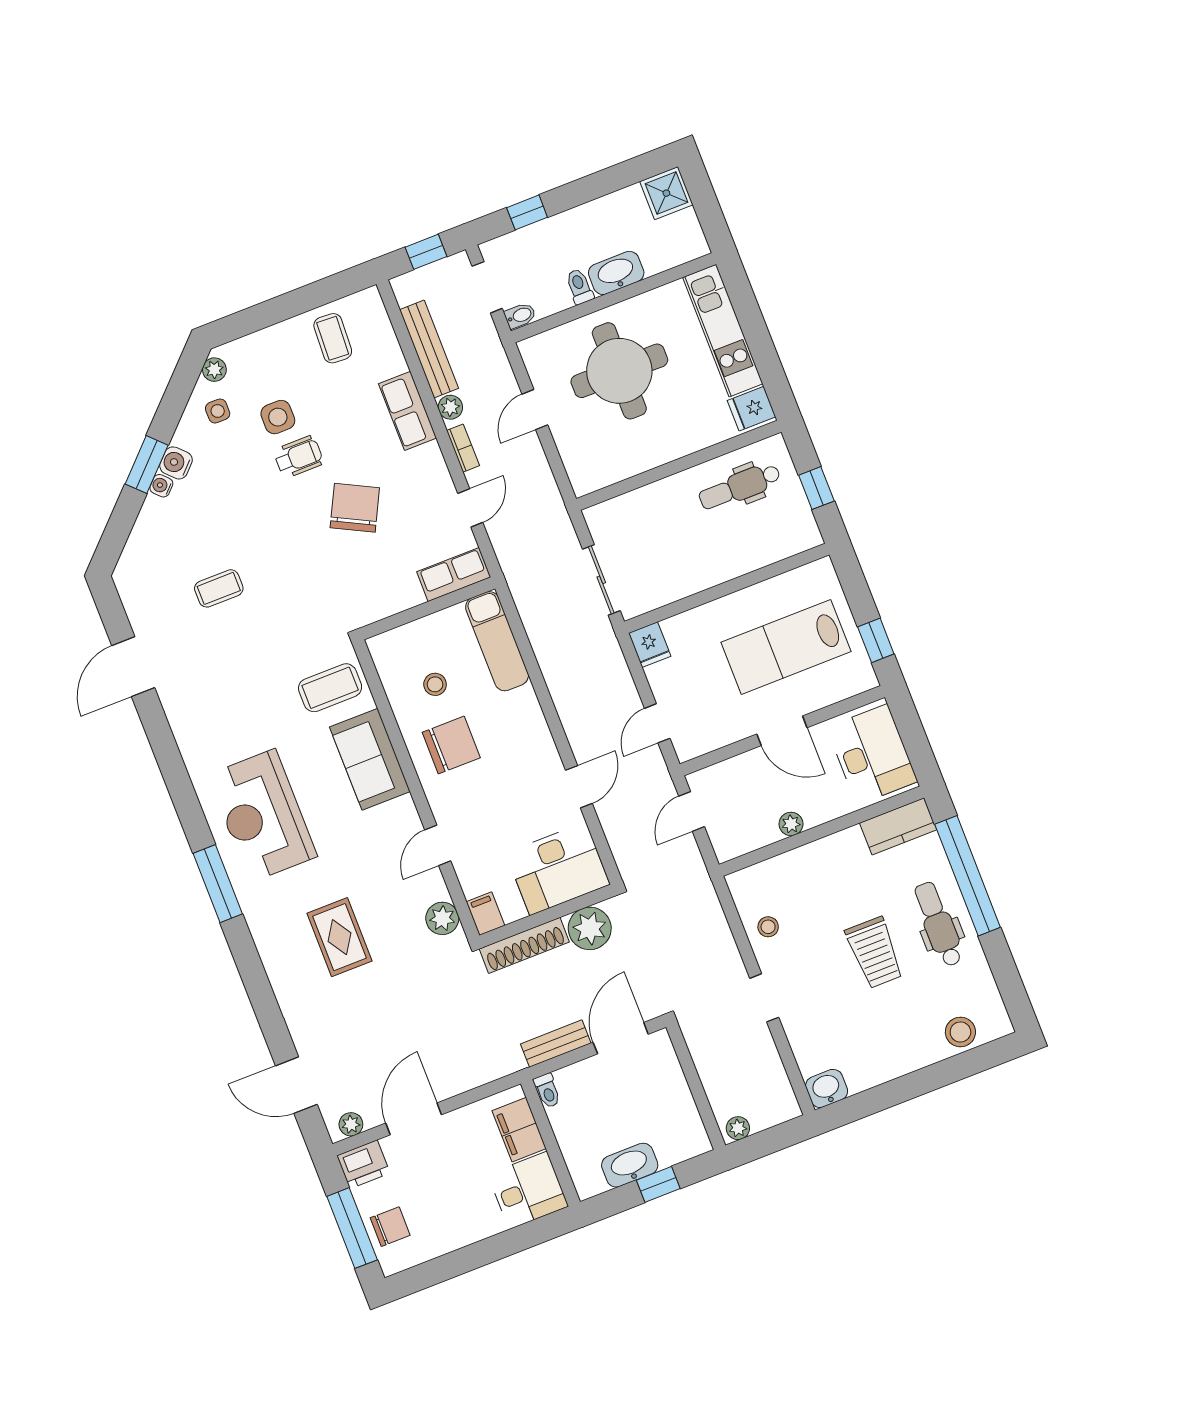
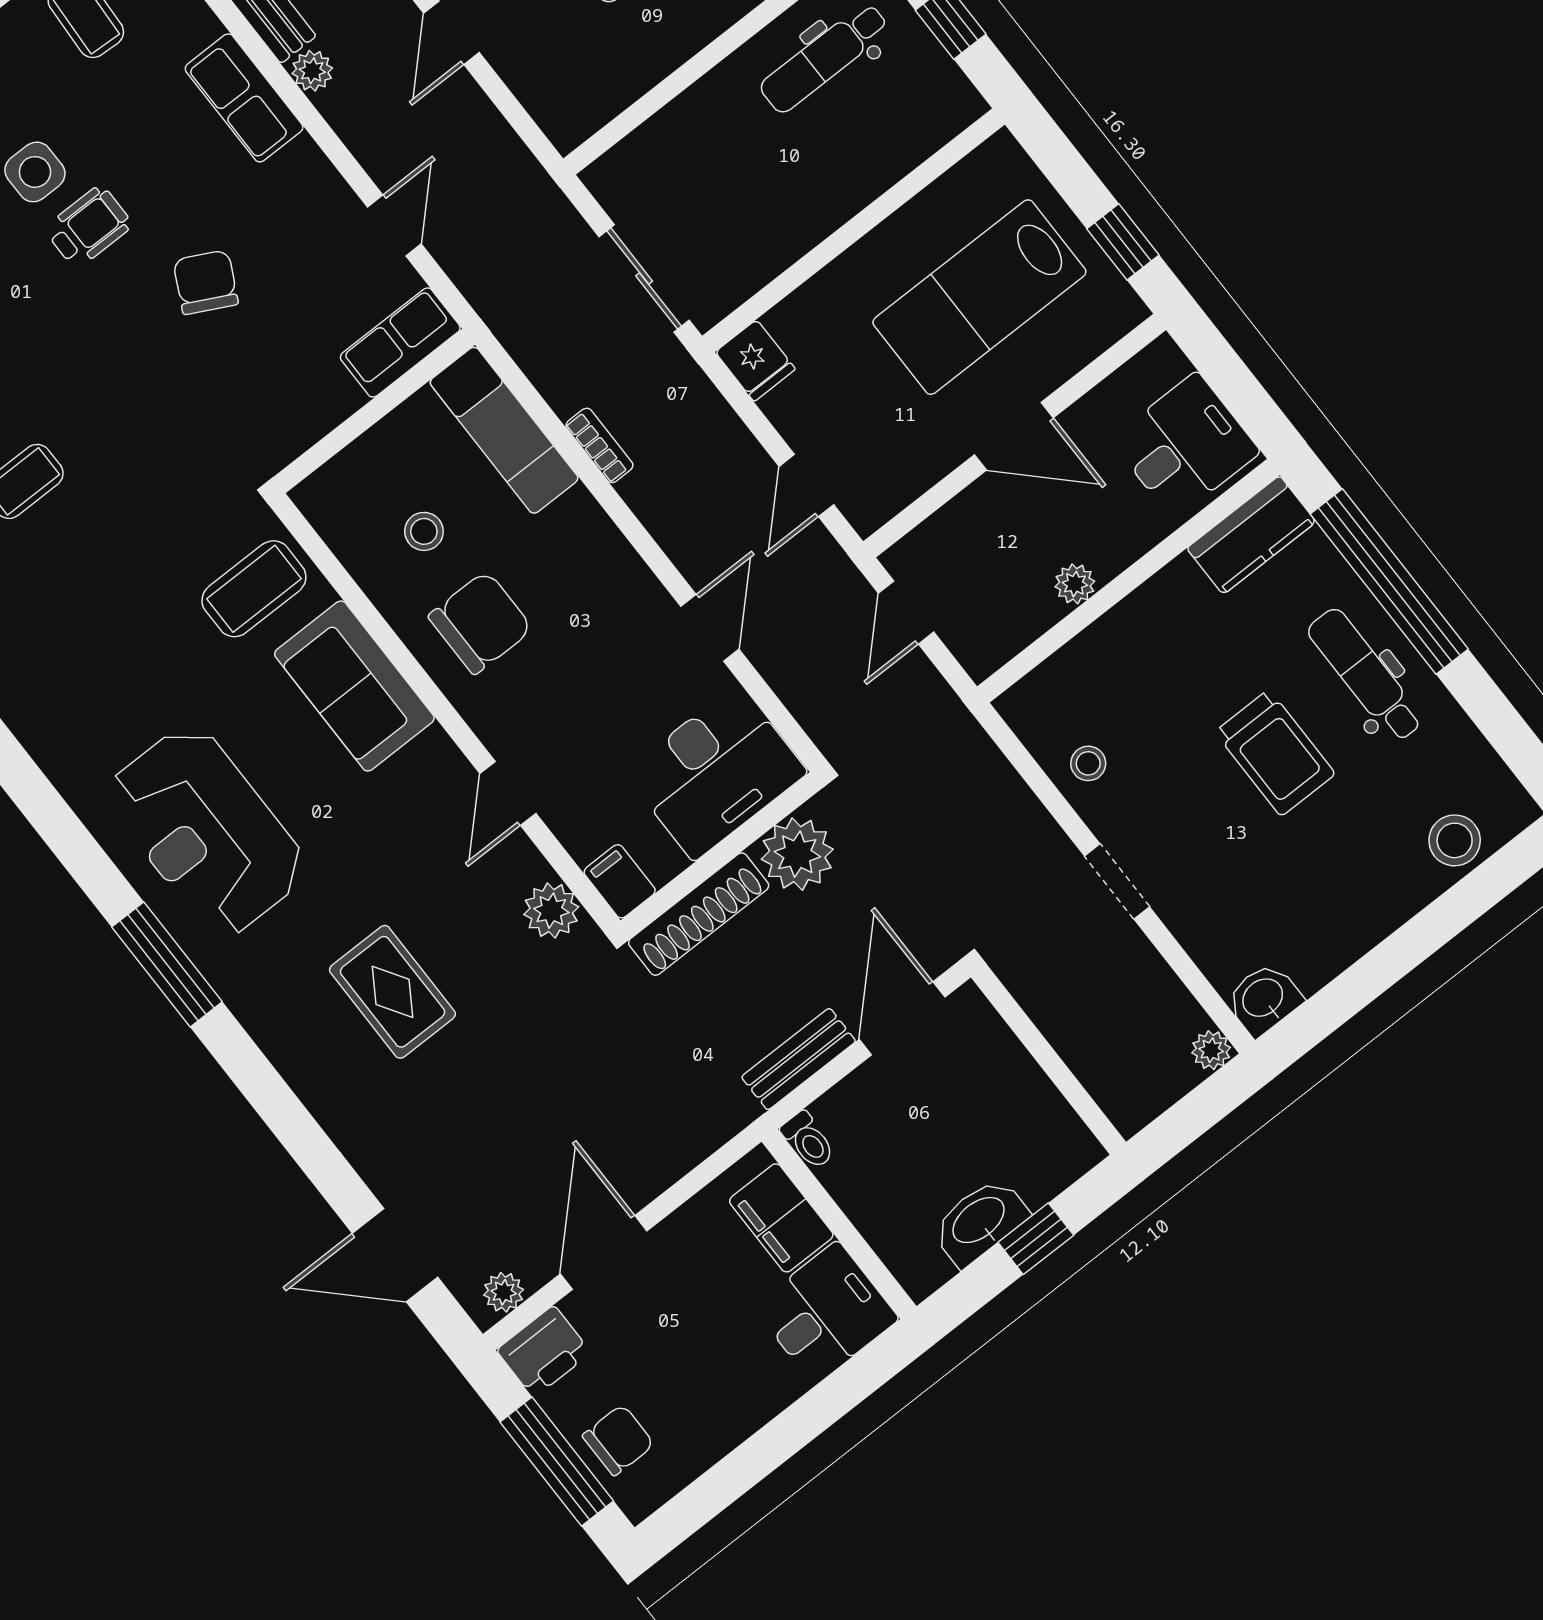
bookcase: (463, 448) -> (599, 445), moved
chair: (355, 508) -> (206, 282), width x0.73, depth x0.73
desk: (872, 754) -> (1185, 446), width x0.73
plant: (738, 1128) -> (1211, 1050), moved

